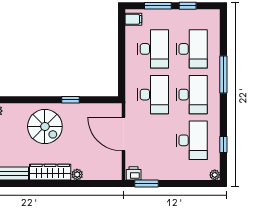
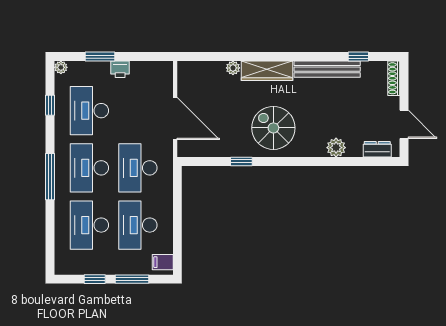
window: (223, 75) -> (50, 177), moved
printer: (134, 173) -> (120, 69), moved
window: (146, 184) -> (100, 57), moved

